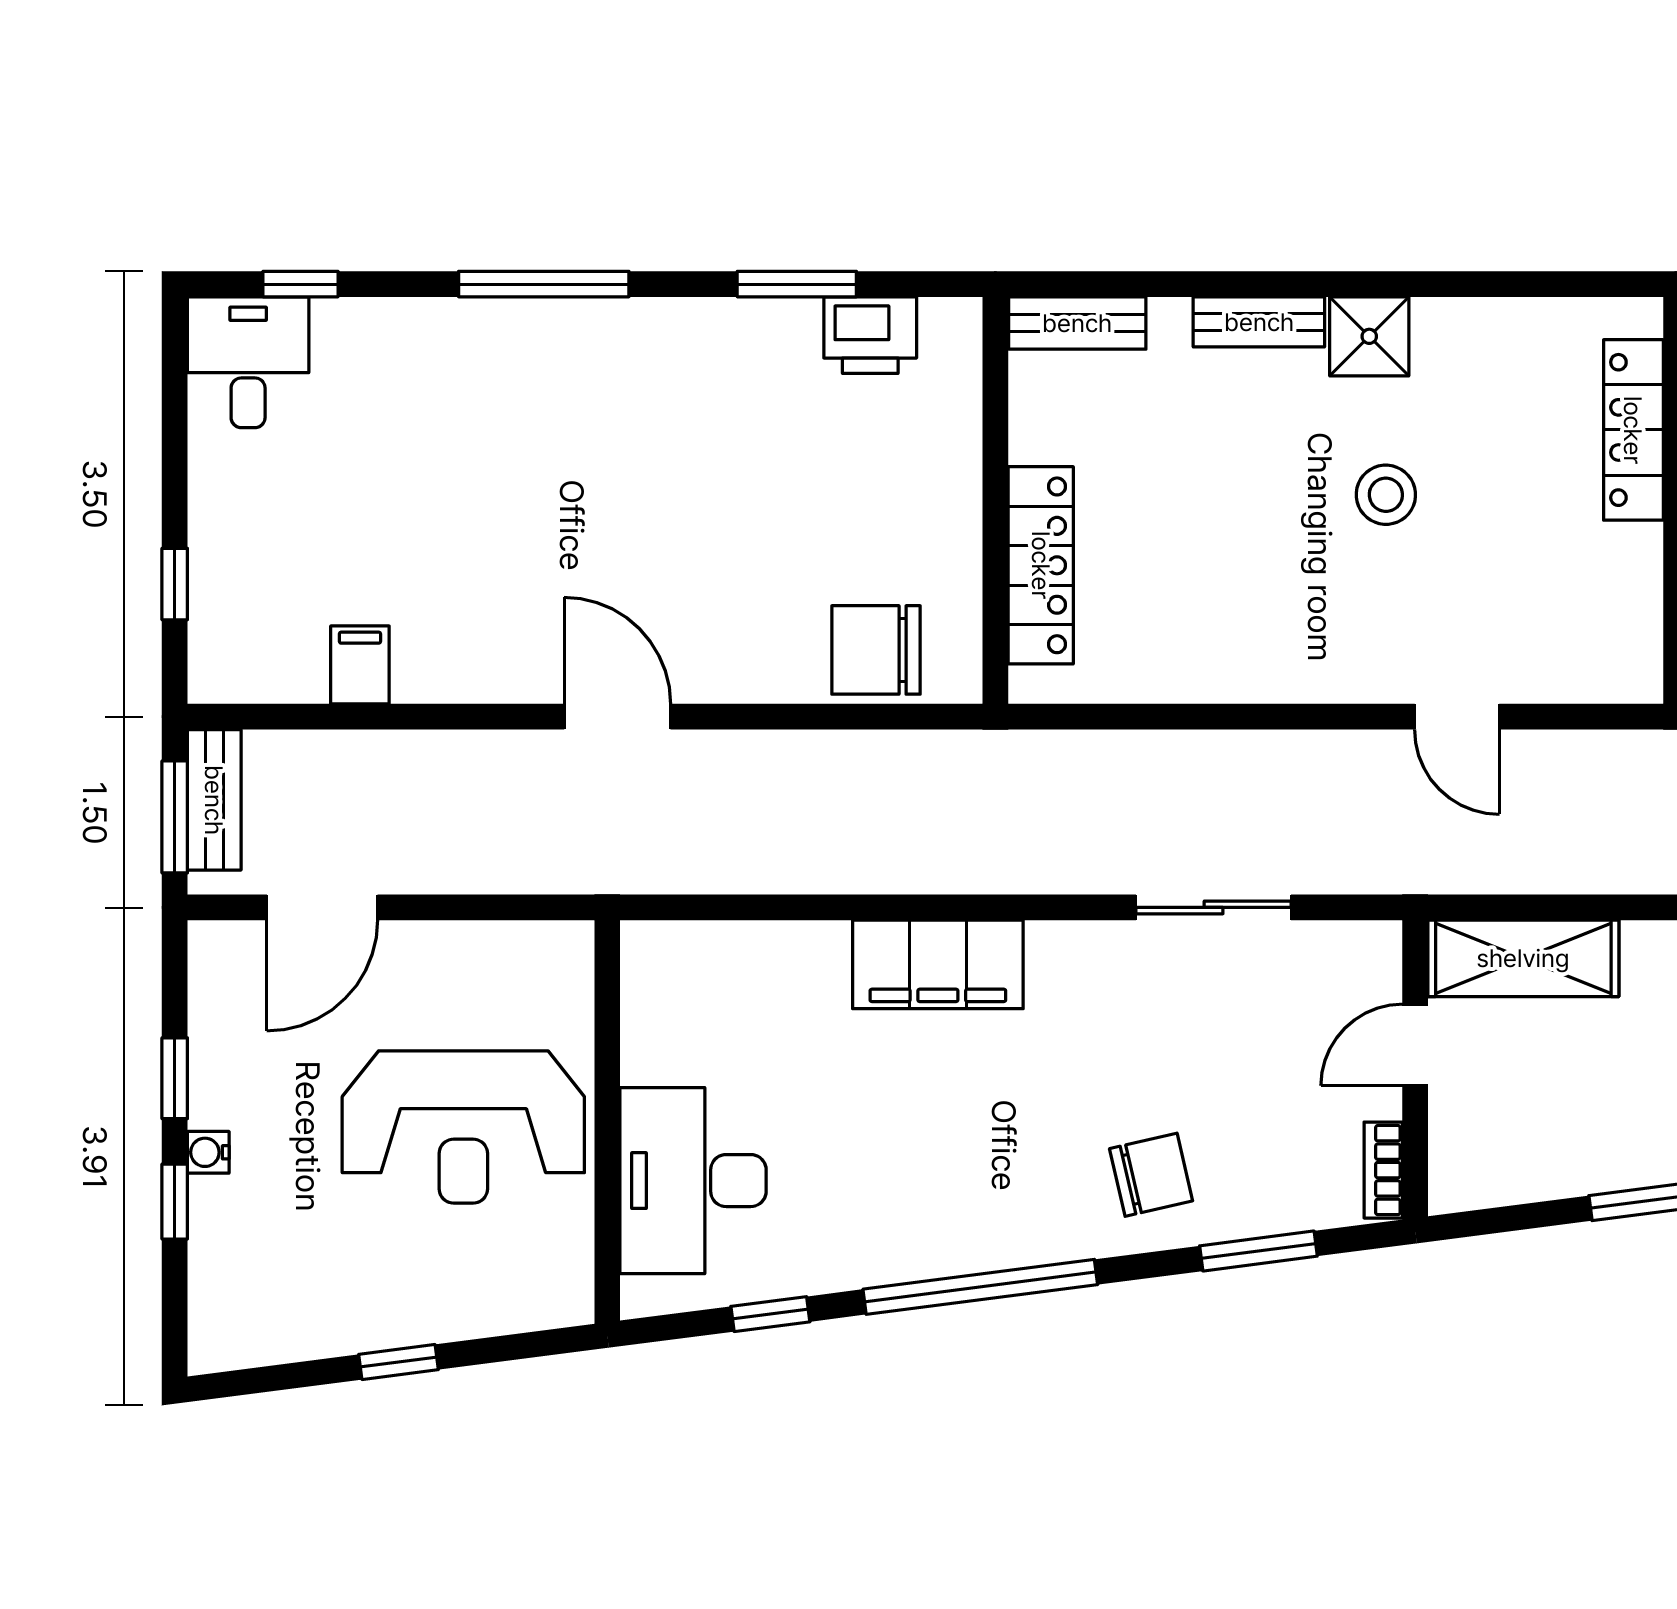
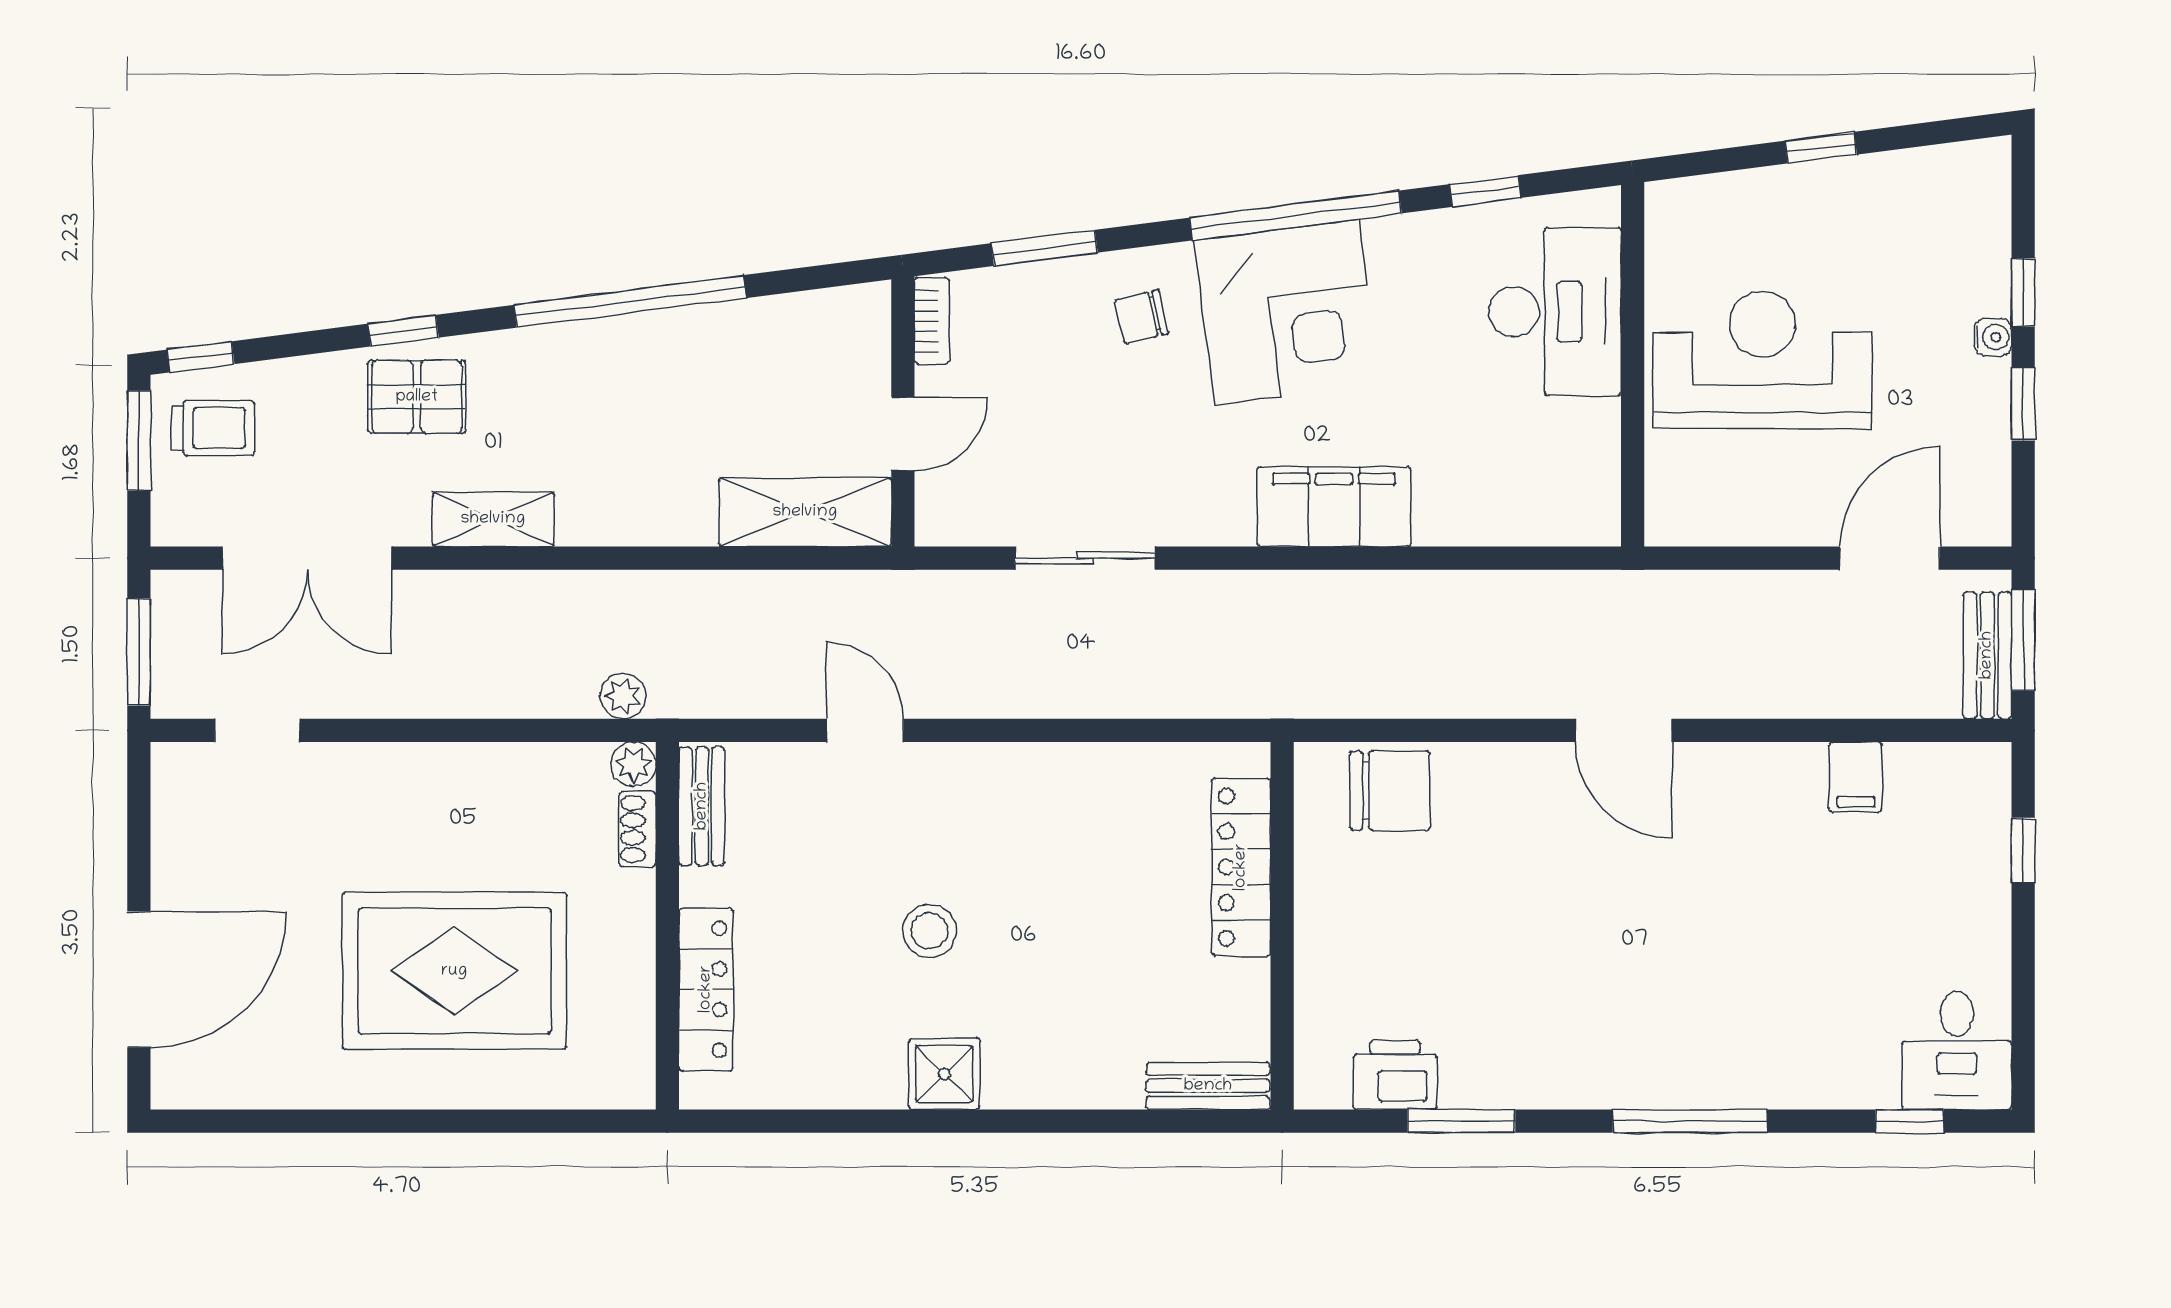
bench: (1259, 322) -> (702, 806), moved, turned 90
chair: (1151, 1175) -> (1141, 317), width x0.73, depth x0.73
corner desk: (990, 1180) -> (1287, 312), added

